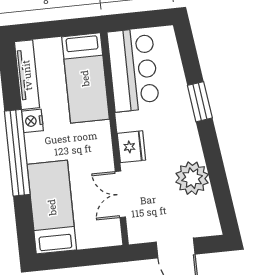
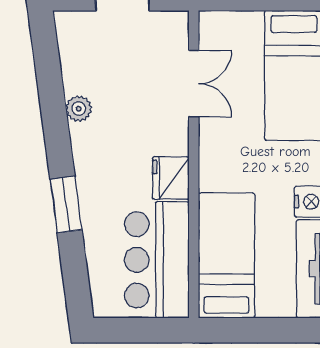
fridge: (131, 147) -> (171, 178), moved
plant: (192, 178) -> (79, 109), width x0.53, depth x0.53

